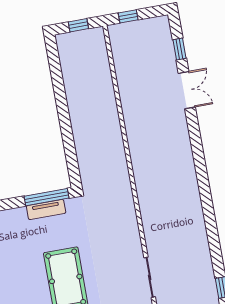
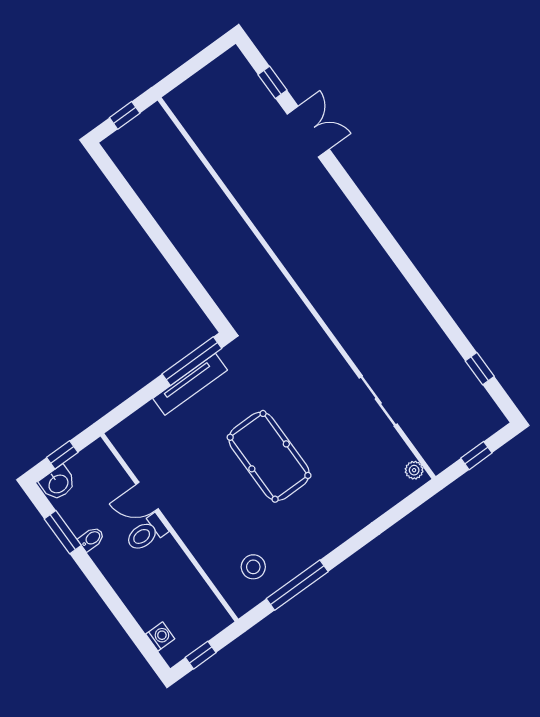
window: (128, 16) -> (184, 72), removed
tv unit: (46, 209) -> (190, 384), width x1.41

